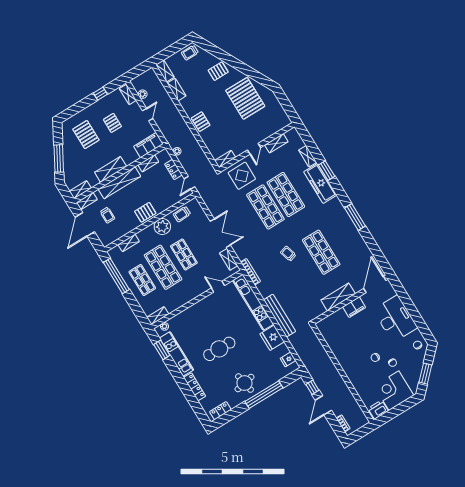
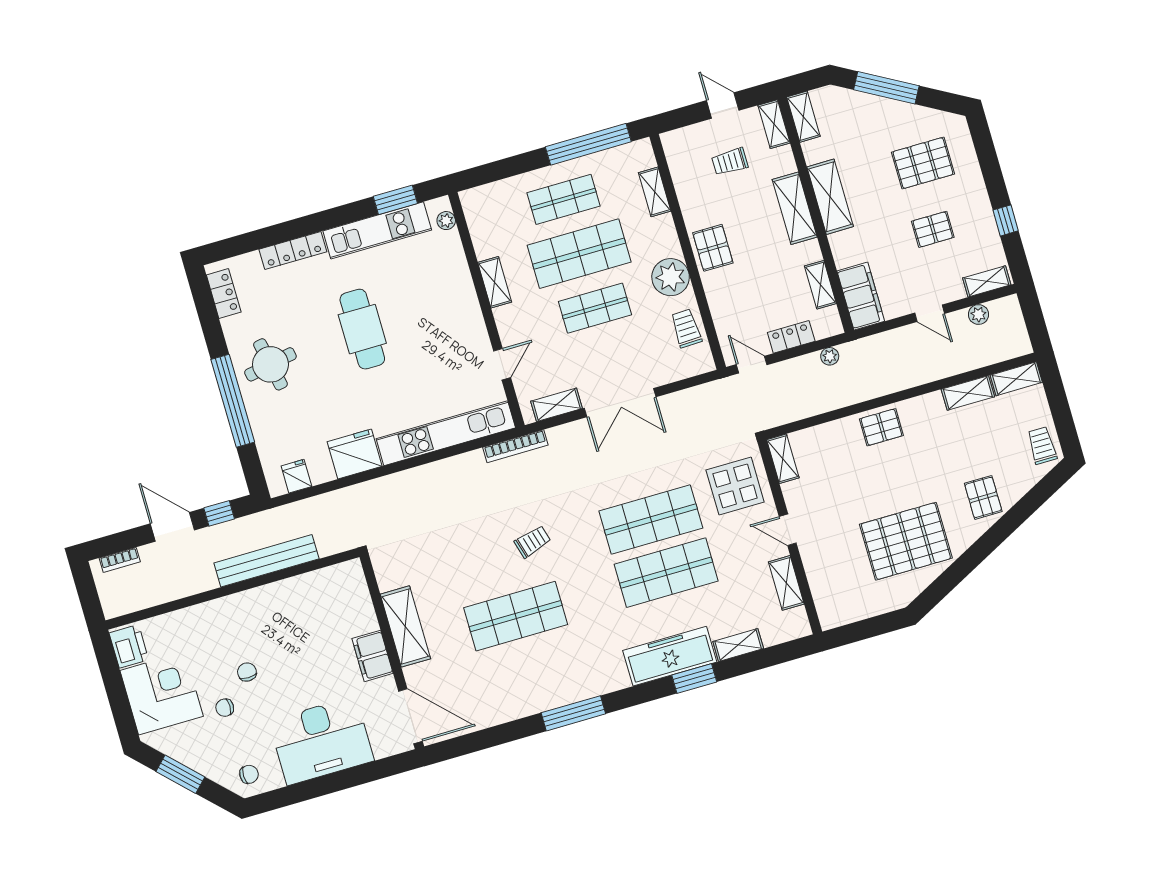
shelving: (119, 183) -> (795, 208), width x0.68
door: (85, 224) -> (723, 105), width x0.53
shelving: (158, 316) -> (495, 282), moved
bench: (280, 316) -> (266, 561), moved

